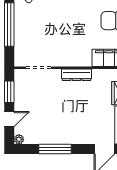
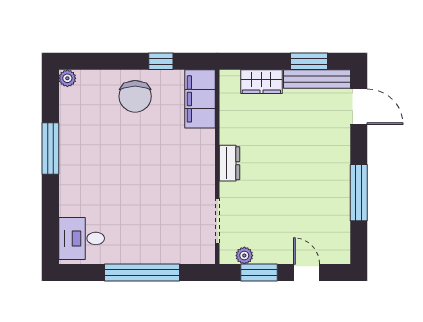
dresser: (76, 75) -> (229, 163), width x0.70
plant: (19, 139) -> (244, 256), moved

